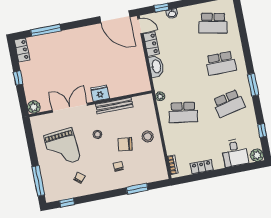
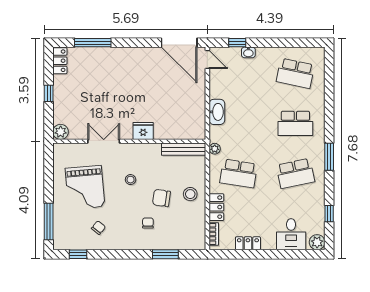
locker: (151, 44) -> (216, 207), moved
bench: (114, 106) -> (184, 149), moved
double door: (70, 108) -> (104, 141), width x0.73

